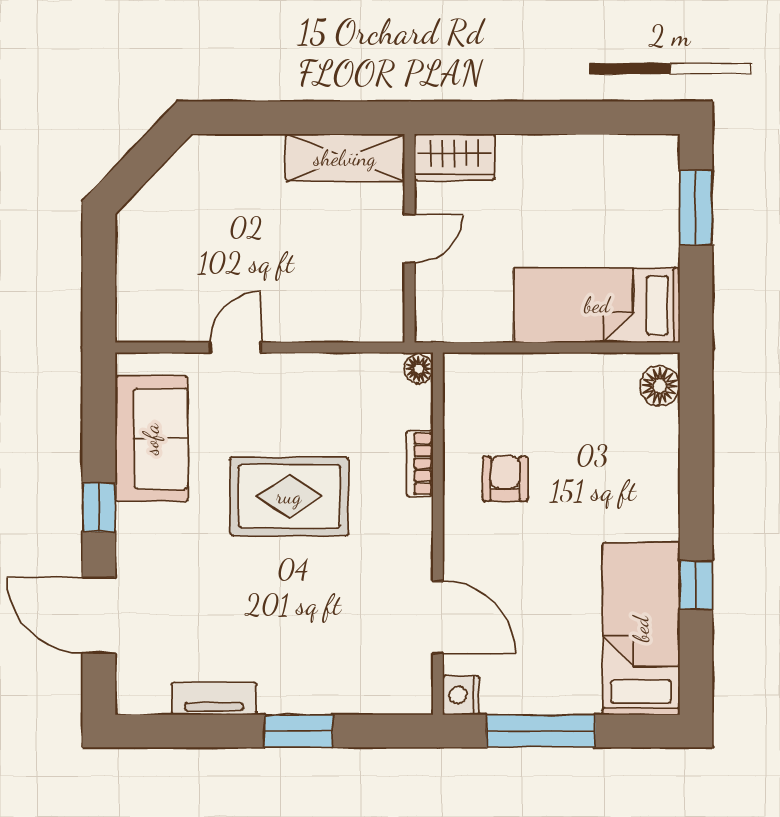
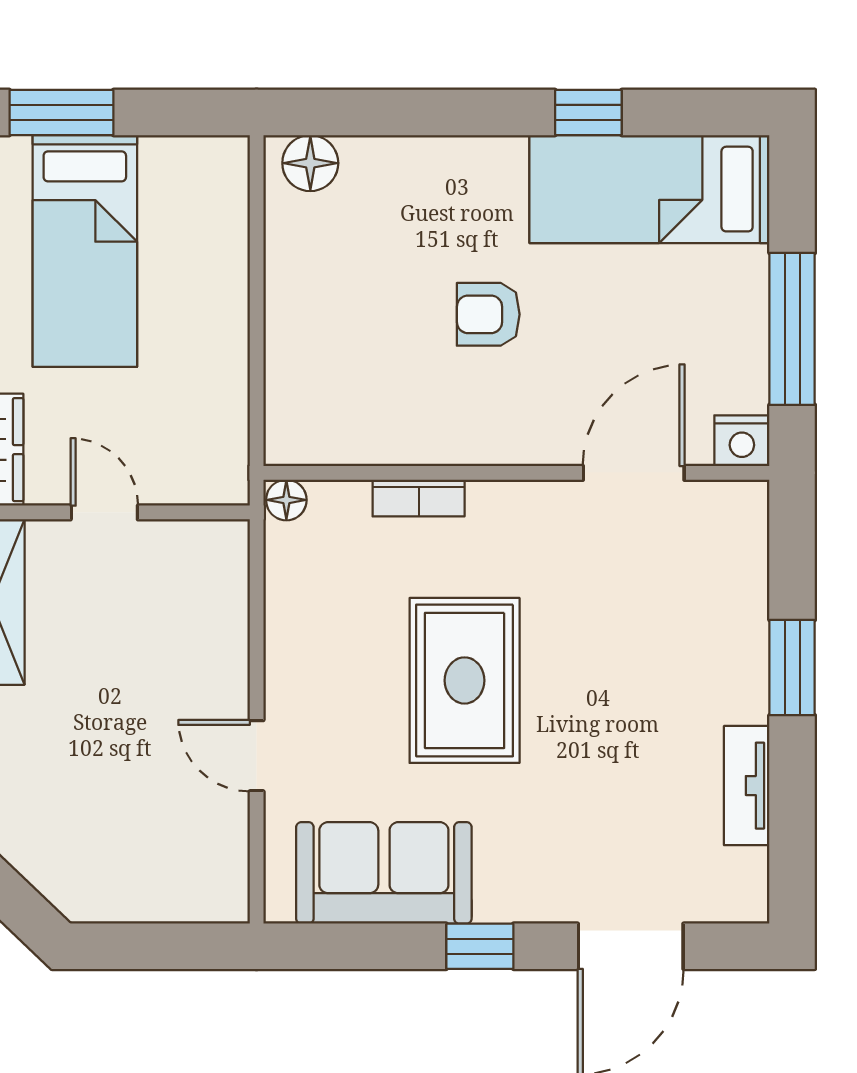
bed: (597, 305) -> (85, 251), moved
armchair: (505, 479) -> (488, 314), moved

